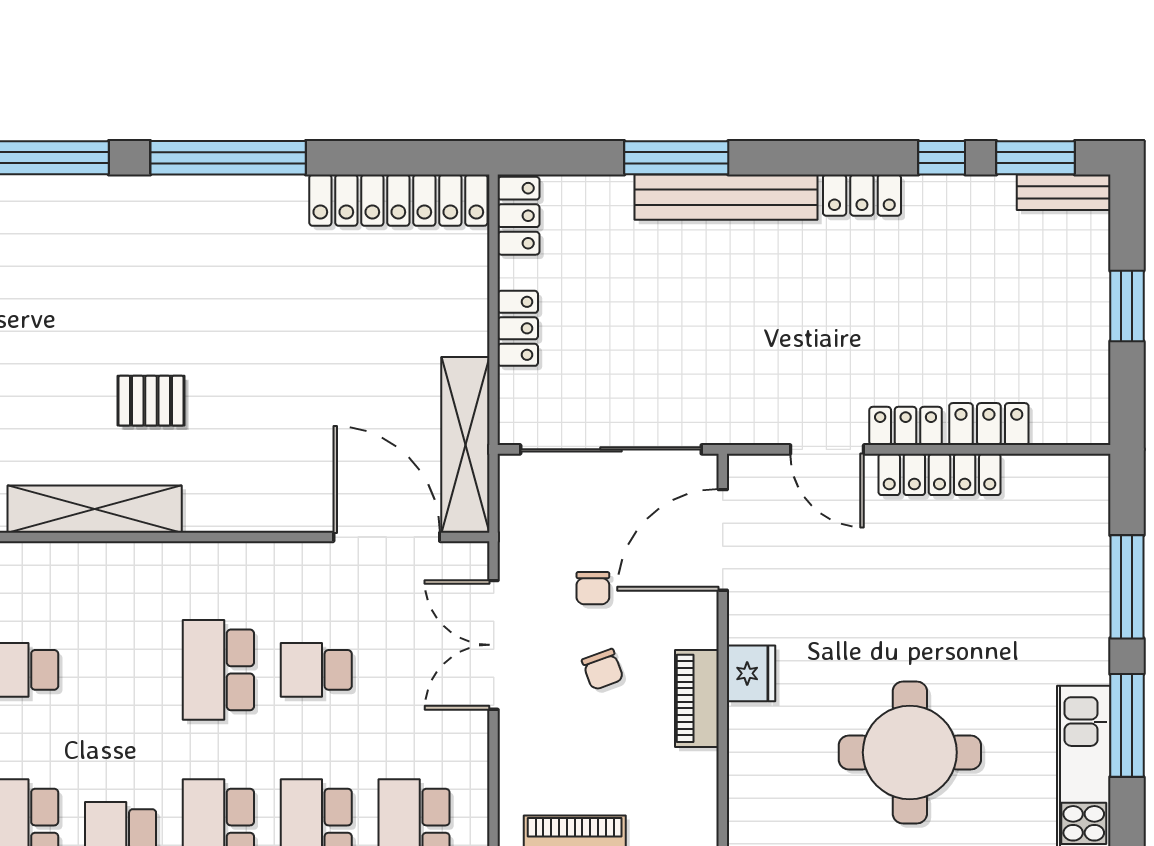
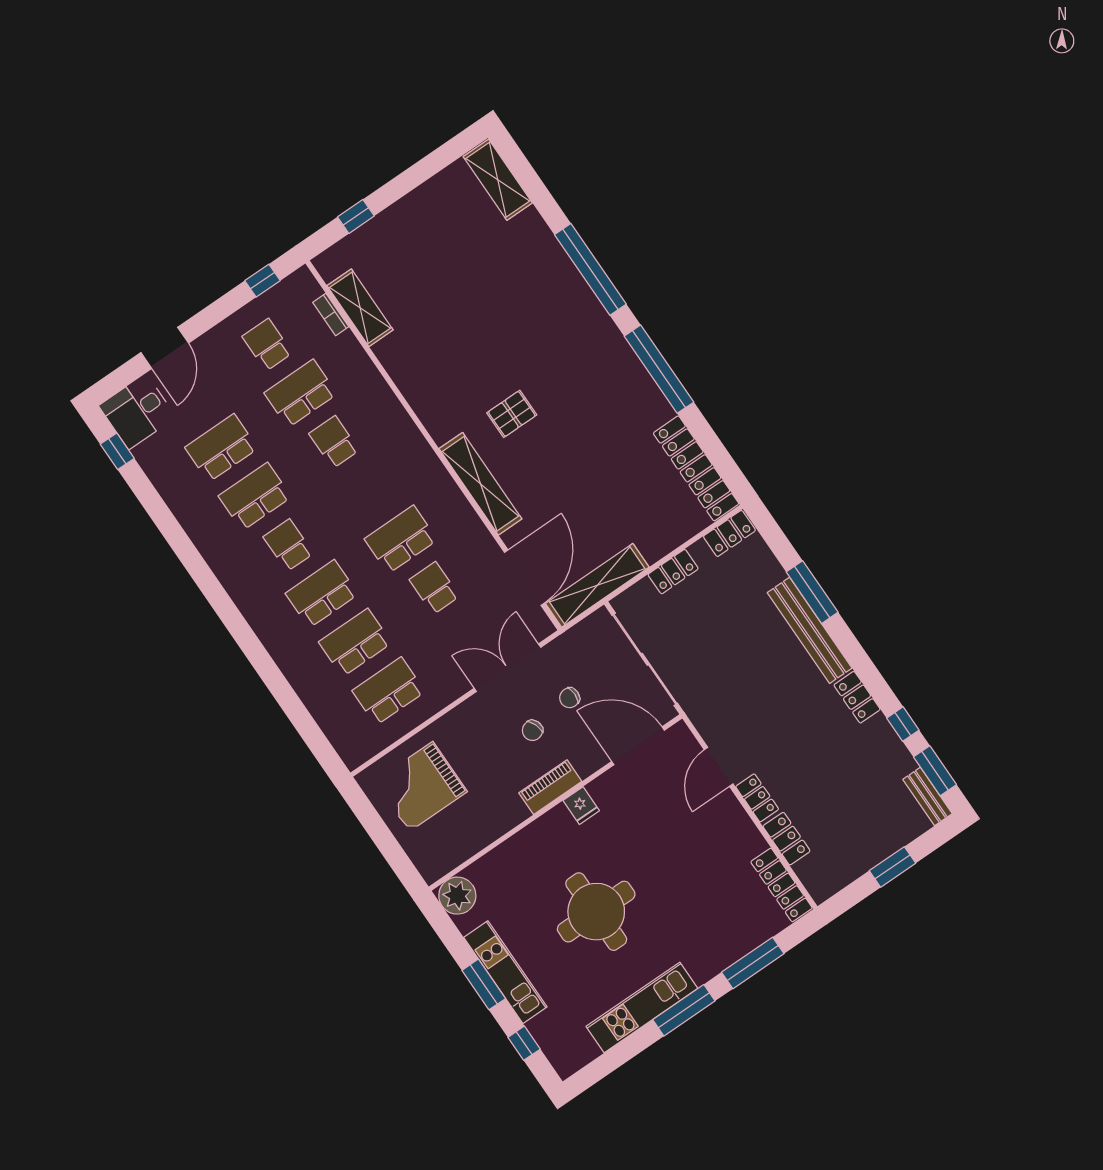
pallet: (151, 401) -> (512, 414), turned 90
locker: (940, 474) -> (782, 885), moved
shelving: (95, 509) -> (480, 484), moved
fridge: (751, 673) -> (581, 806), width x0.72

